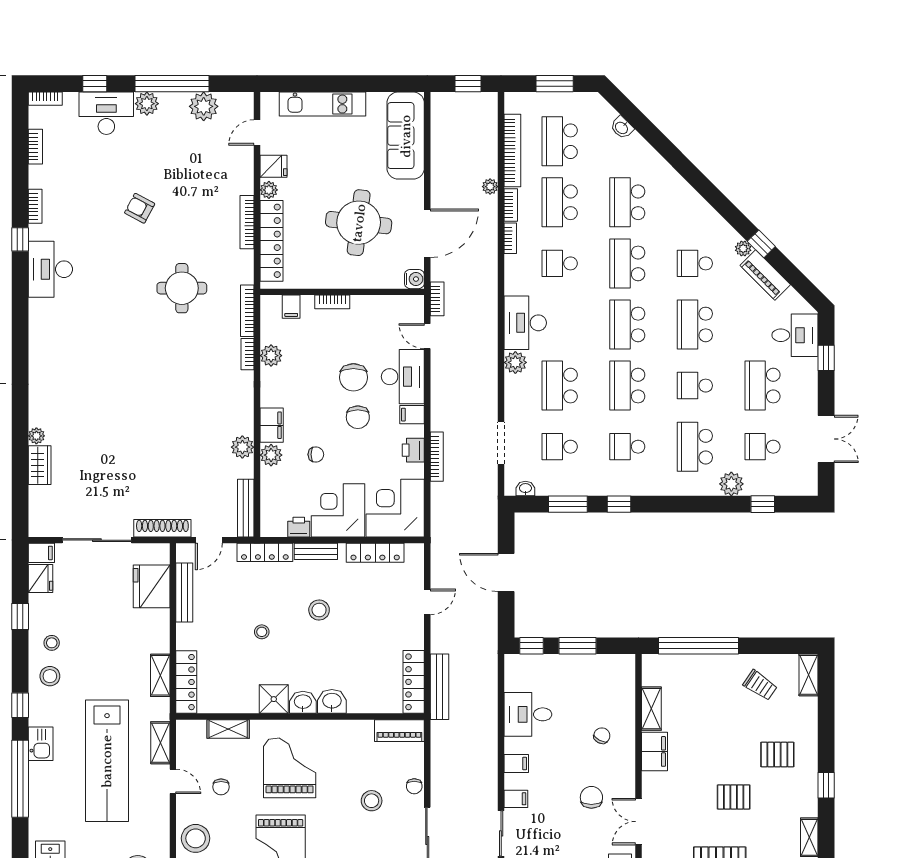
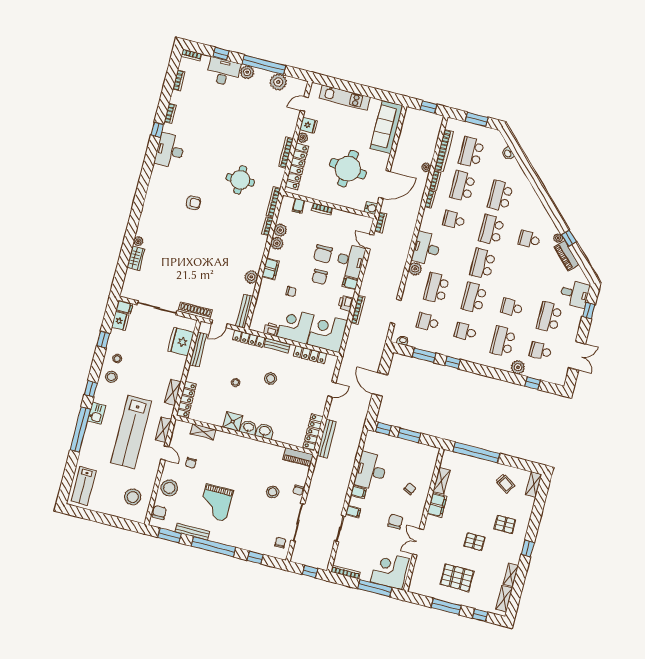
armchair: (140, 208) -> (193, 203), moved, turned 148
school desk: (695, 324) -> (520, 273), removed
plant: (271, 455) -> (277, 243), moved
desk: (528, 714) -> (371, 471), width x1.37
grand piano: (290, 768) -> (232, 462), removed

